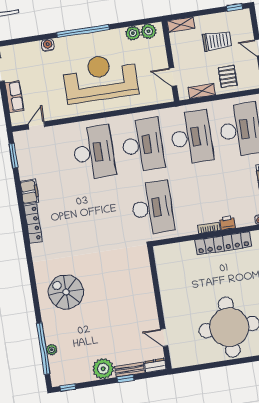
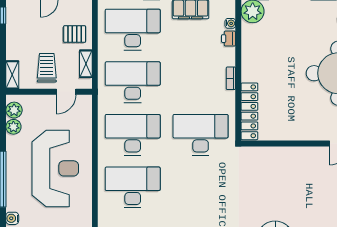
trolley: (217, 41) -> (47, 68), moved
reception desk: (100, 78) -> (55, 168), turned 180
printer: (228, 223) -> (228, 39), moved
locker: (223, 243) -> (249, 111), moved

